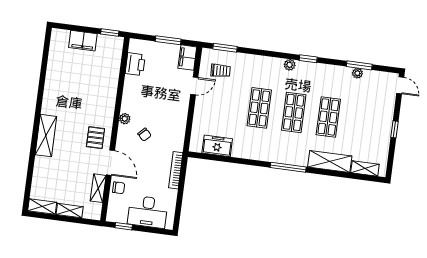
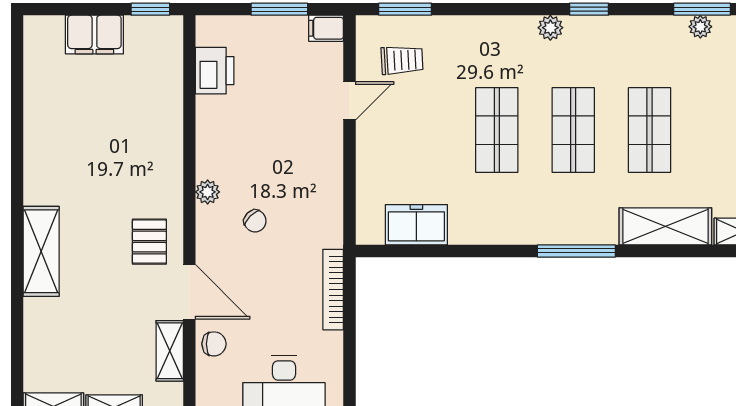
filing cabinet: (187, 58) -> (326, 28), width x0.50

